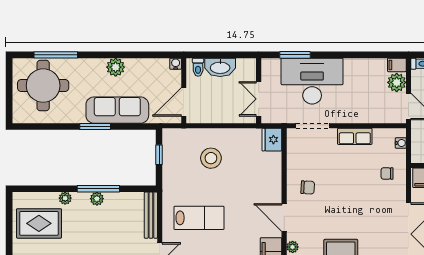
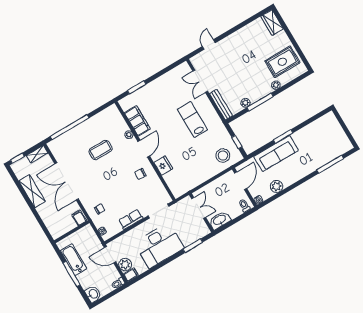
plant: (116, 67) -> (276, 186), moved
washbasin: (220, 67) -> (220, 220), moved
desk: (312, 81) -> (159, 245), moved
round table: (43, 86) -> (327, 142), removed
fridge: (272, 140) -> (163, 166), moved
stool: (211, 158) -> (223, 155), moved
plant: (97, 199) -> (245, 103), moved
door: (284, 217) -> (144, 149), hinge flipped
lab bench: (199, 218) -> (192, 119), turned 90

